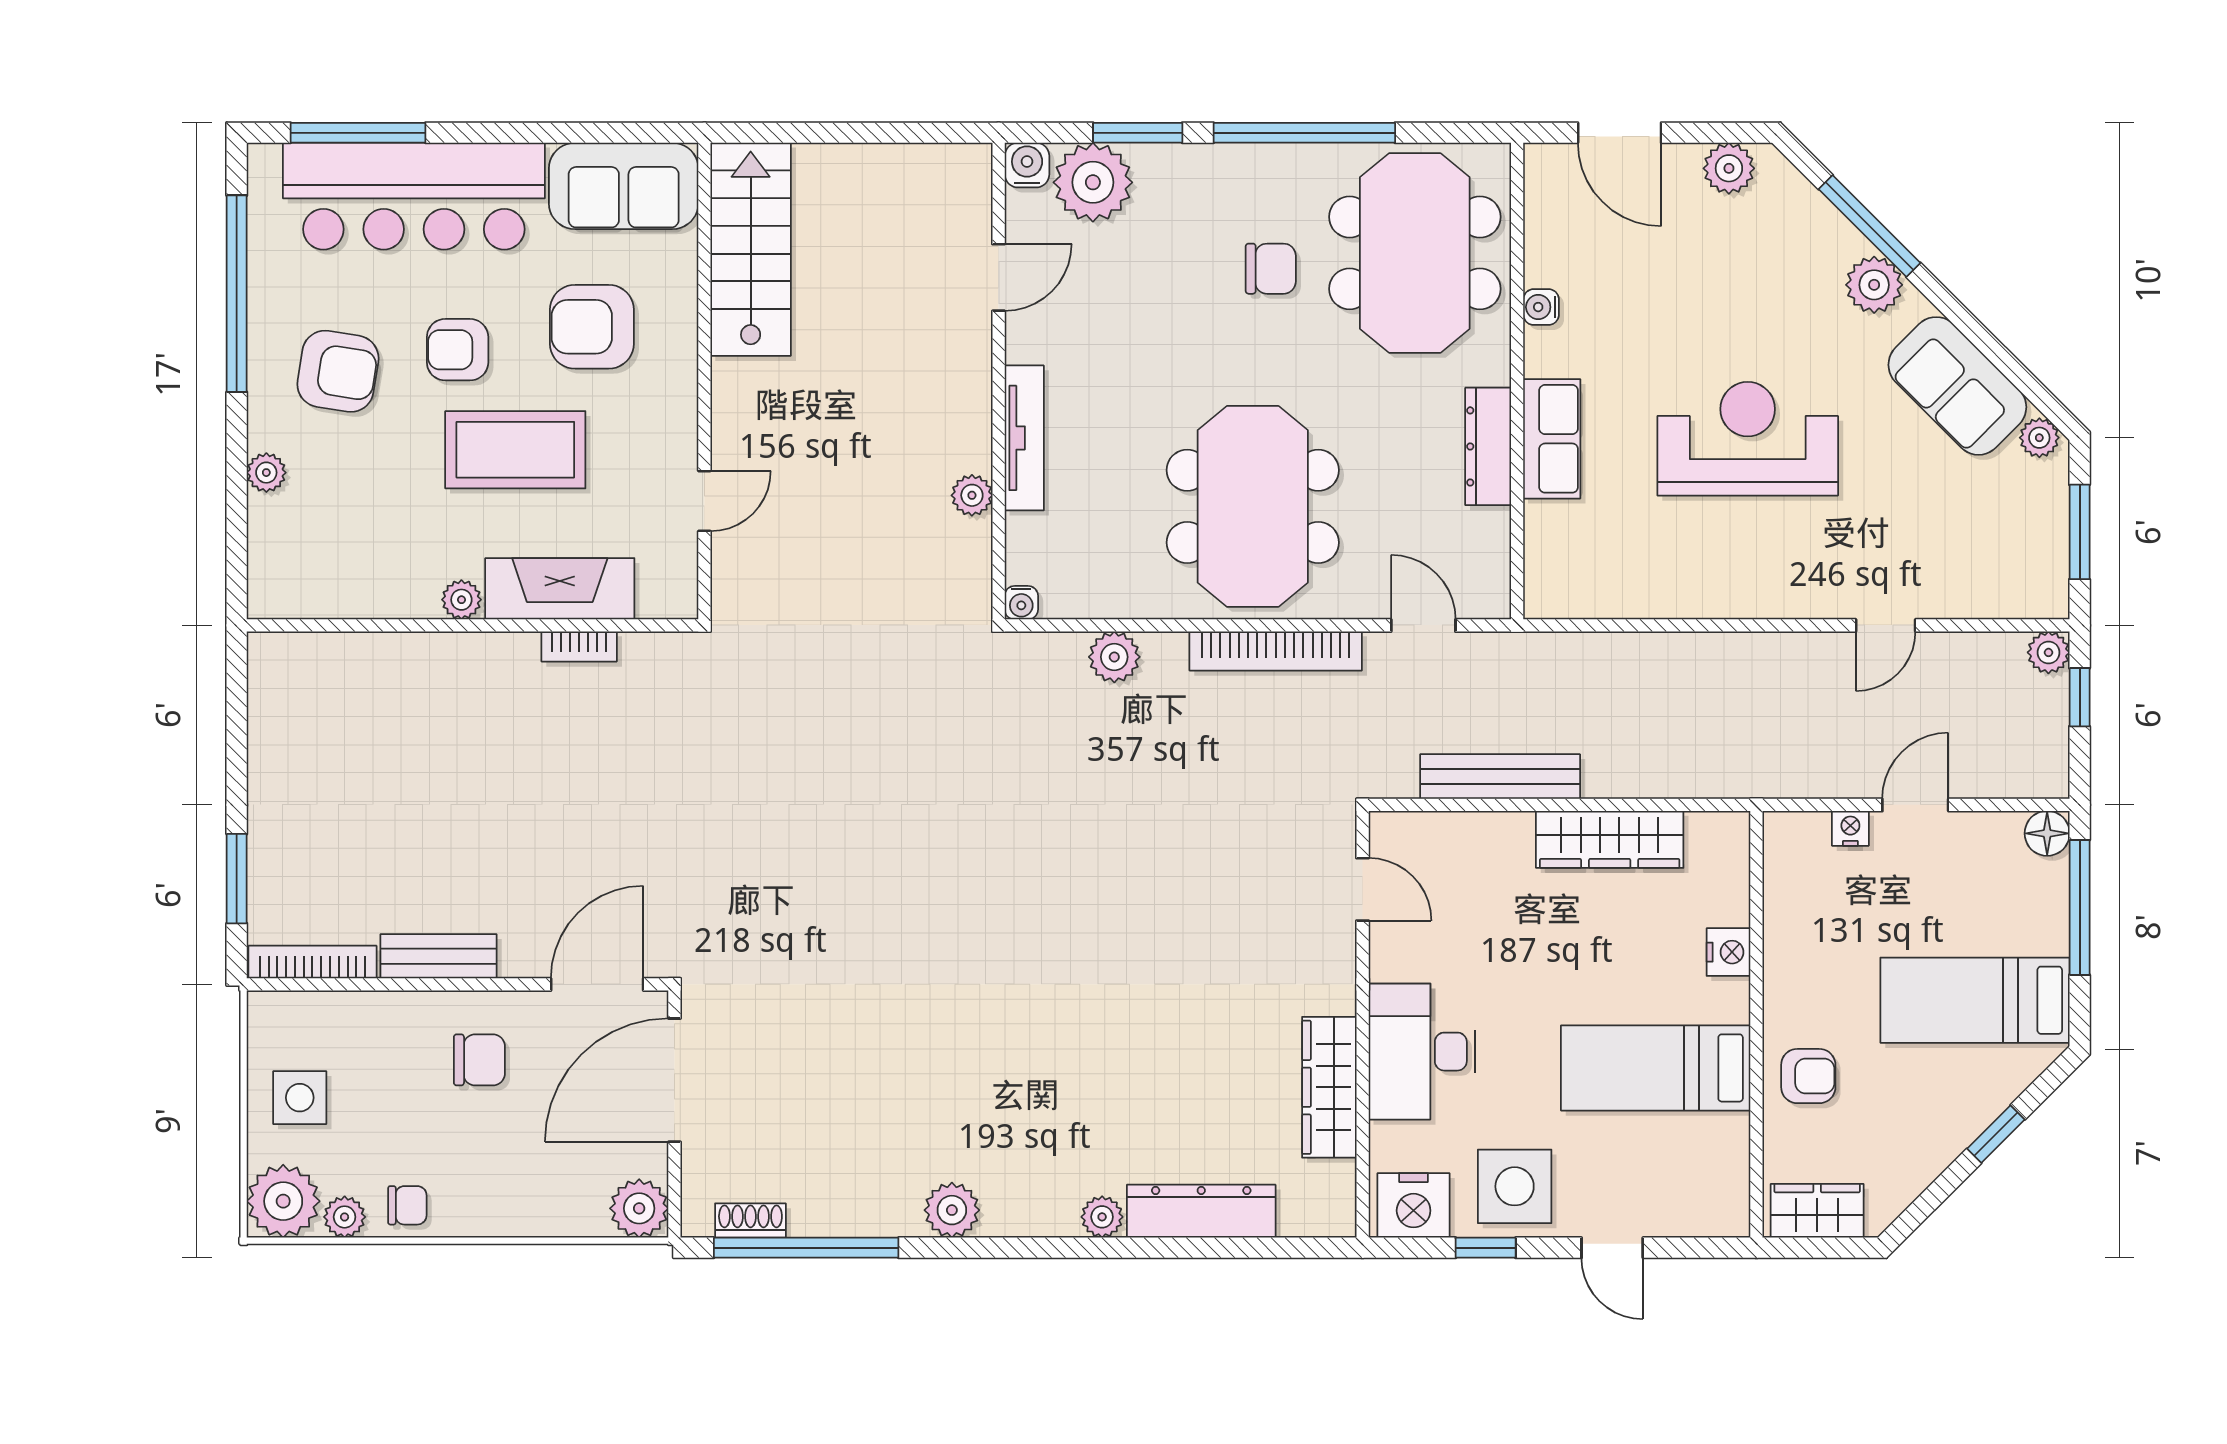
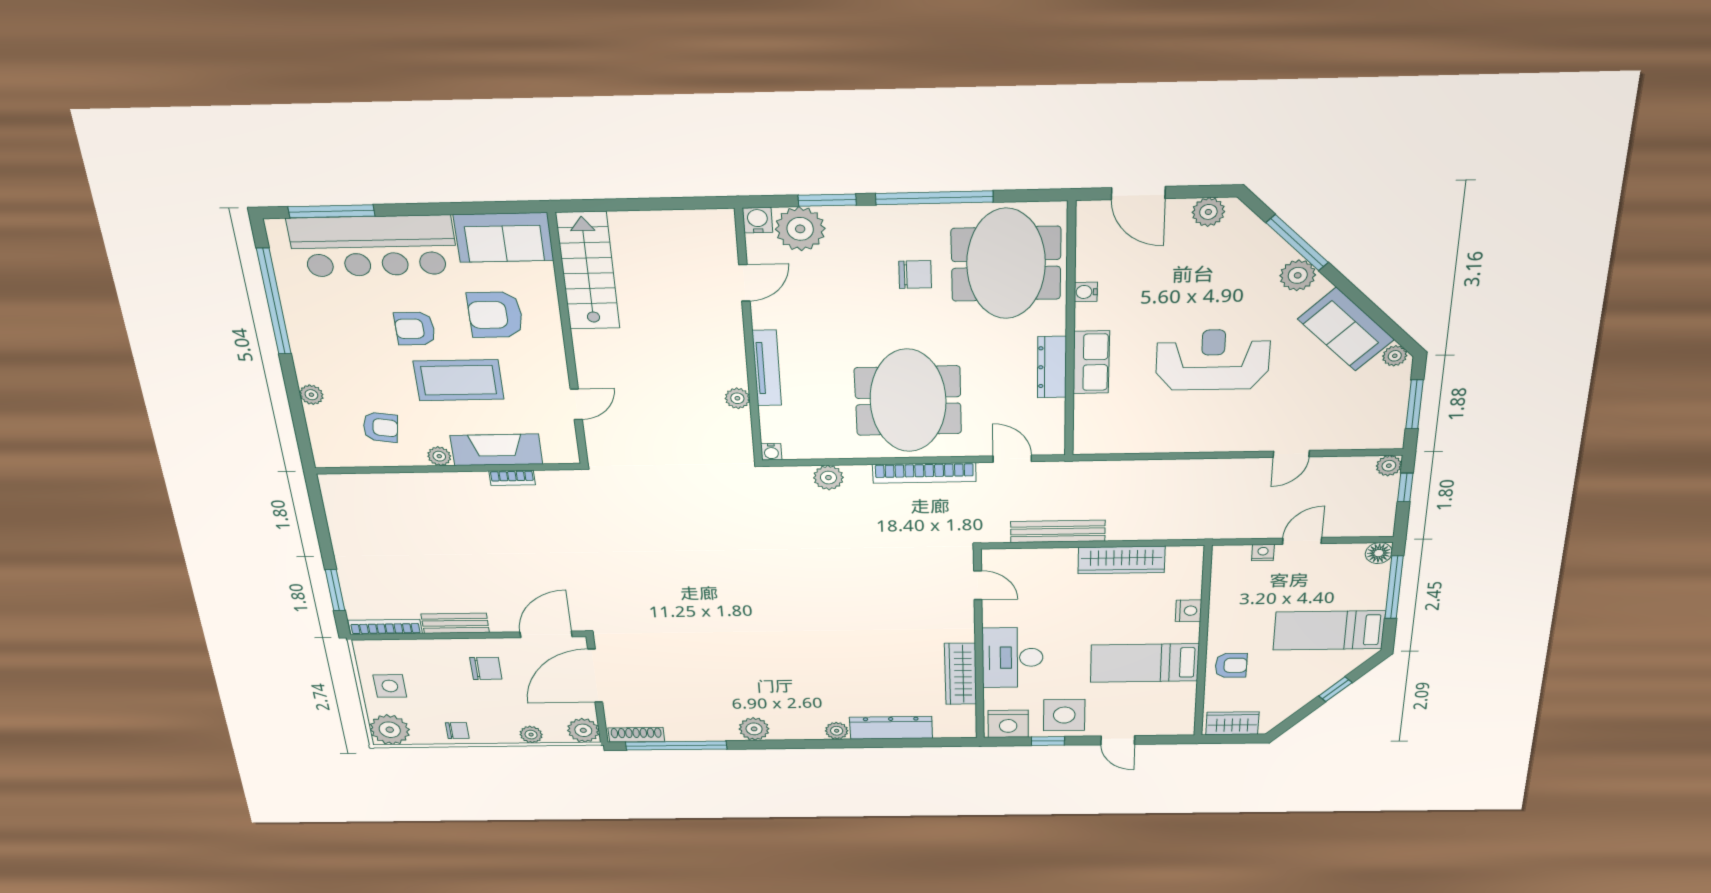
armchair: (338, 371) -> (381, 427), moved, width x0.72, depth x0.72
plant: (345, 1217) -> (531, 735), moved
shoe rack: (750, 1221) -> (636, 735), width x1.43

